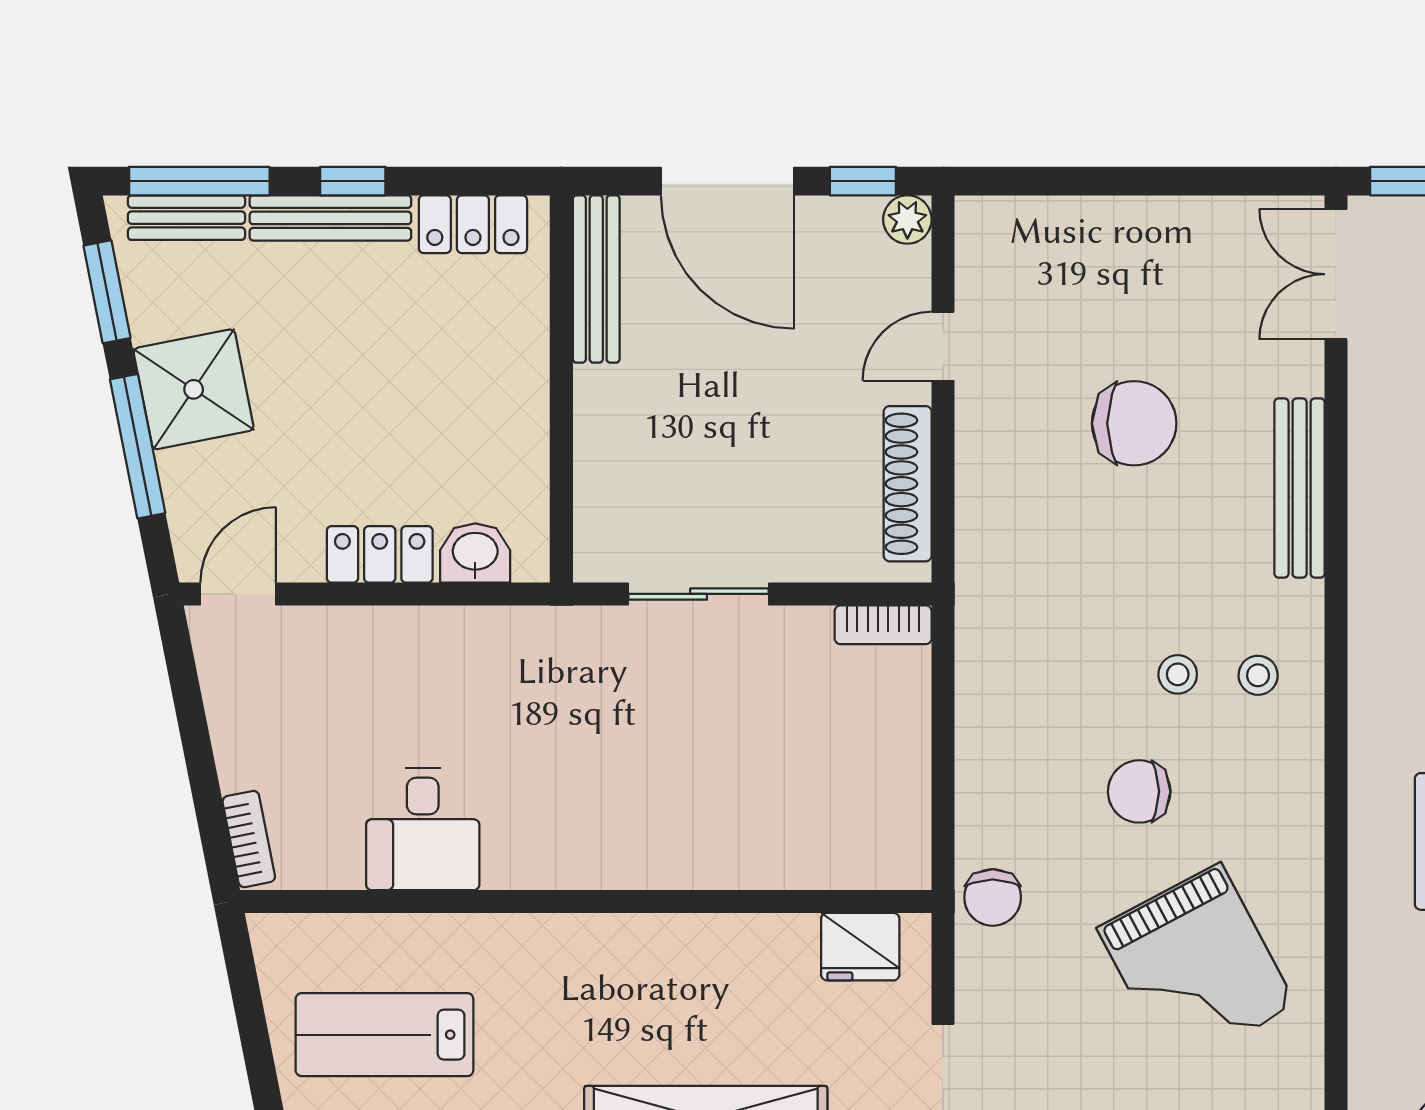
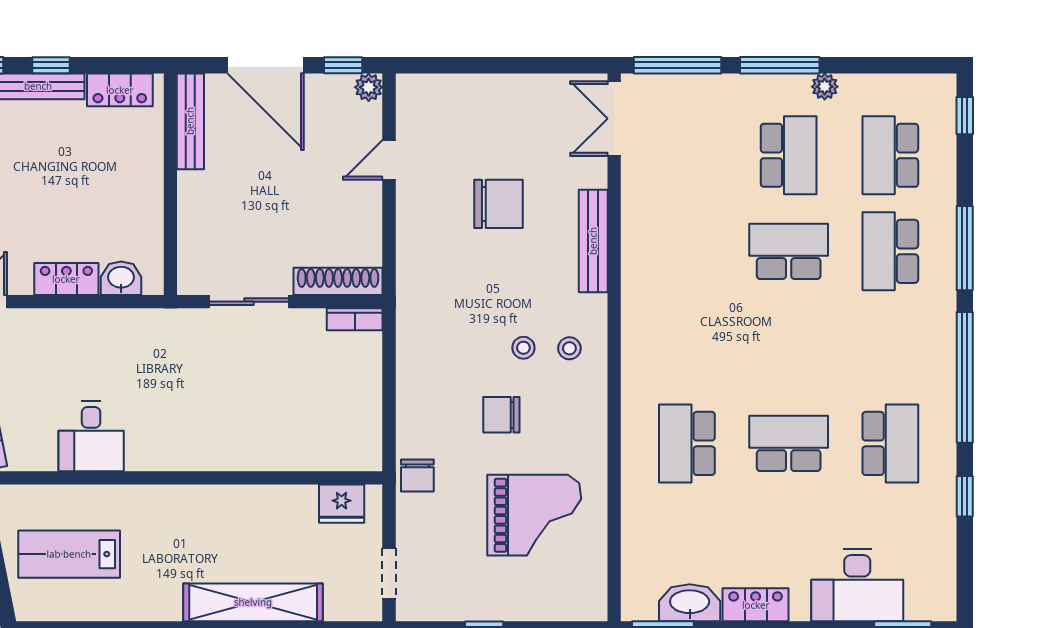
shoe rack: (908, 484) -> (338, 281), moved, turned 90
grand piano: (1197, 967) -> (534, 515), turned -62

